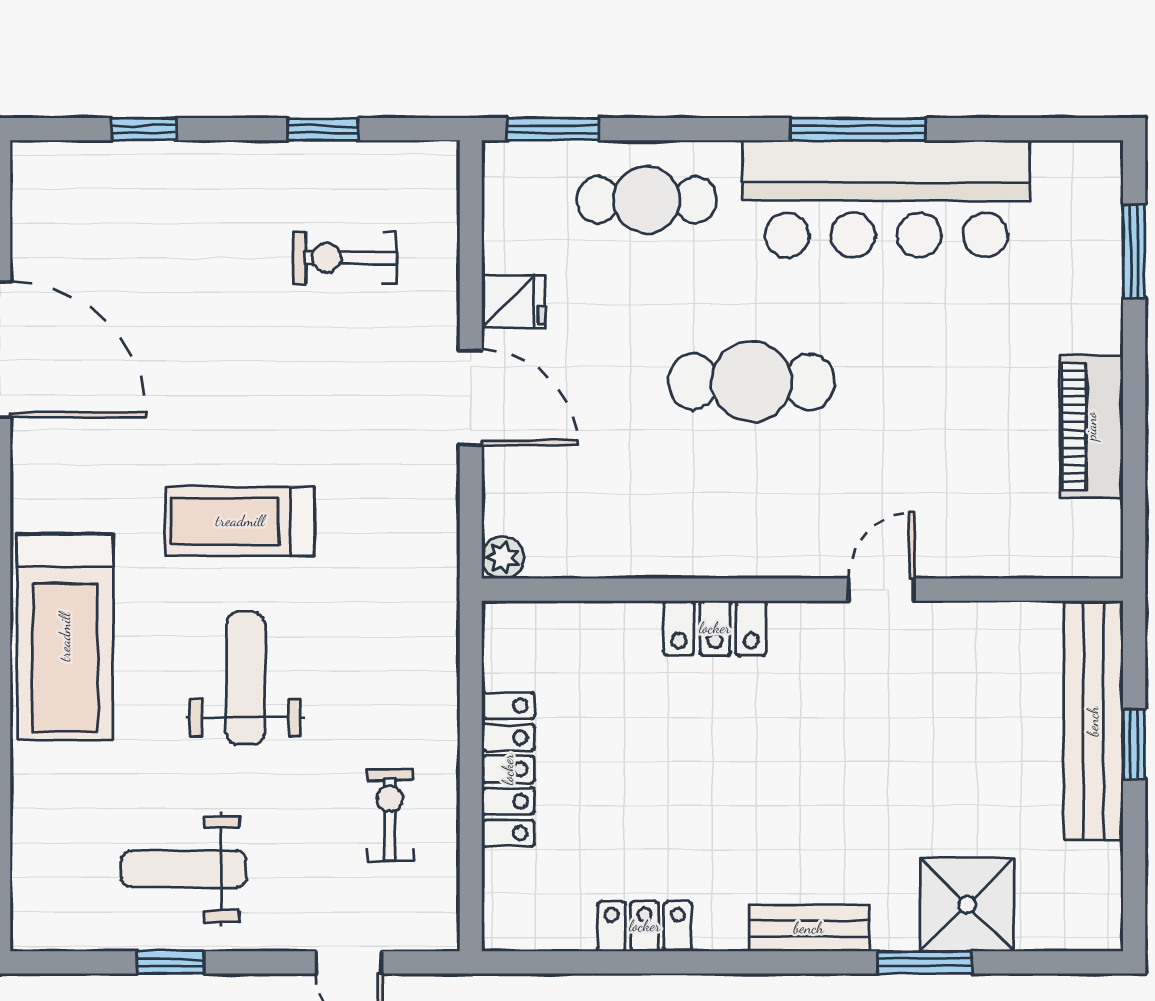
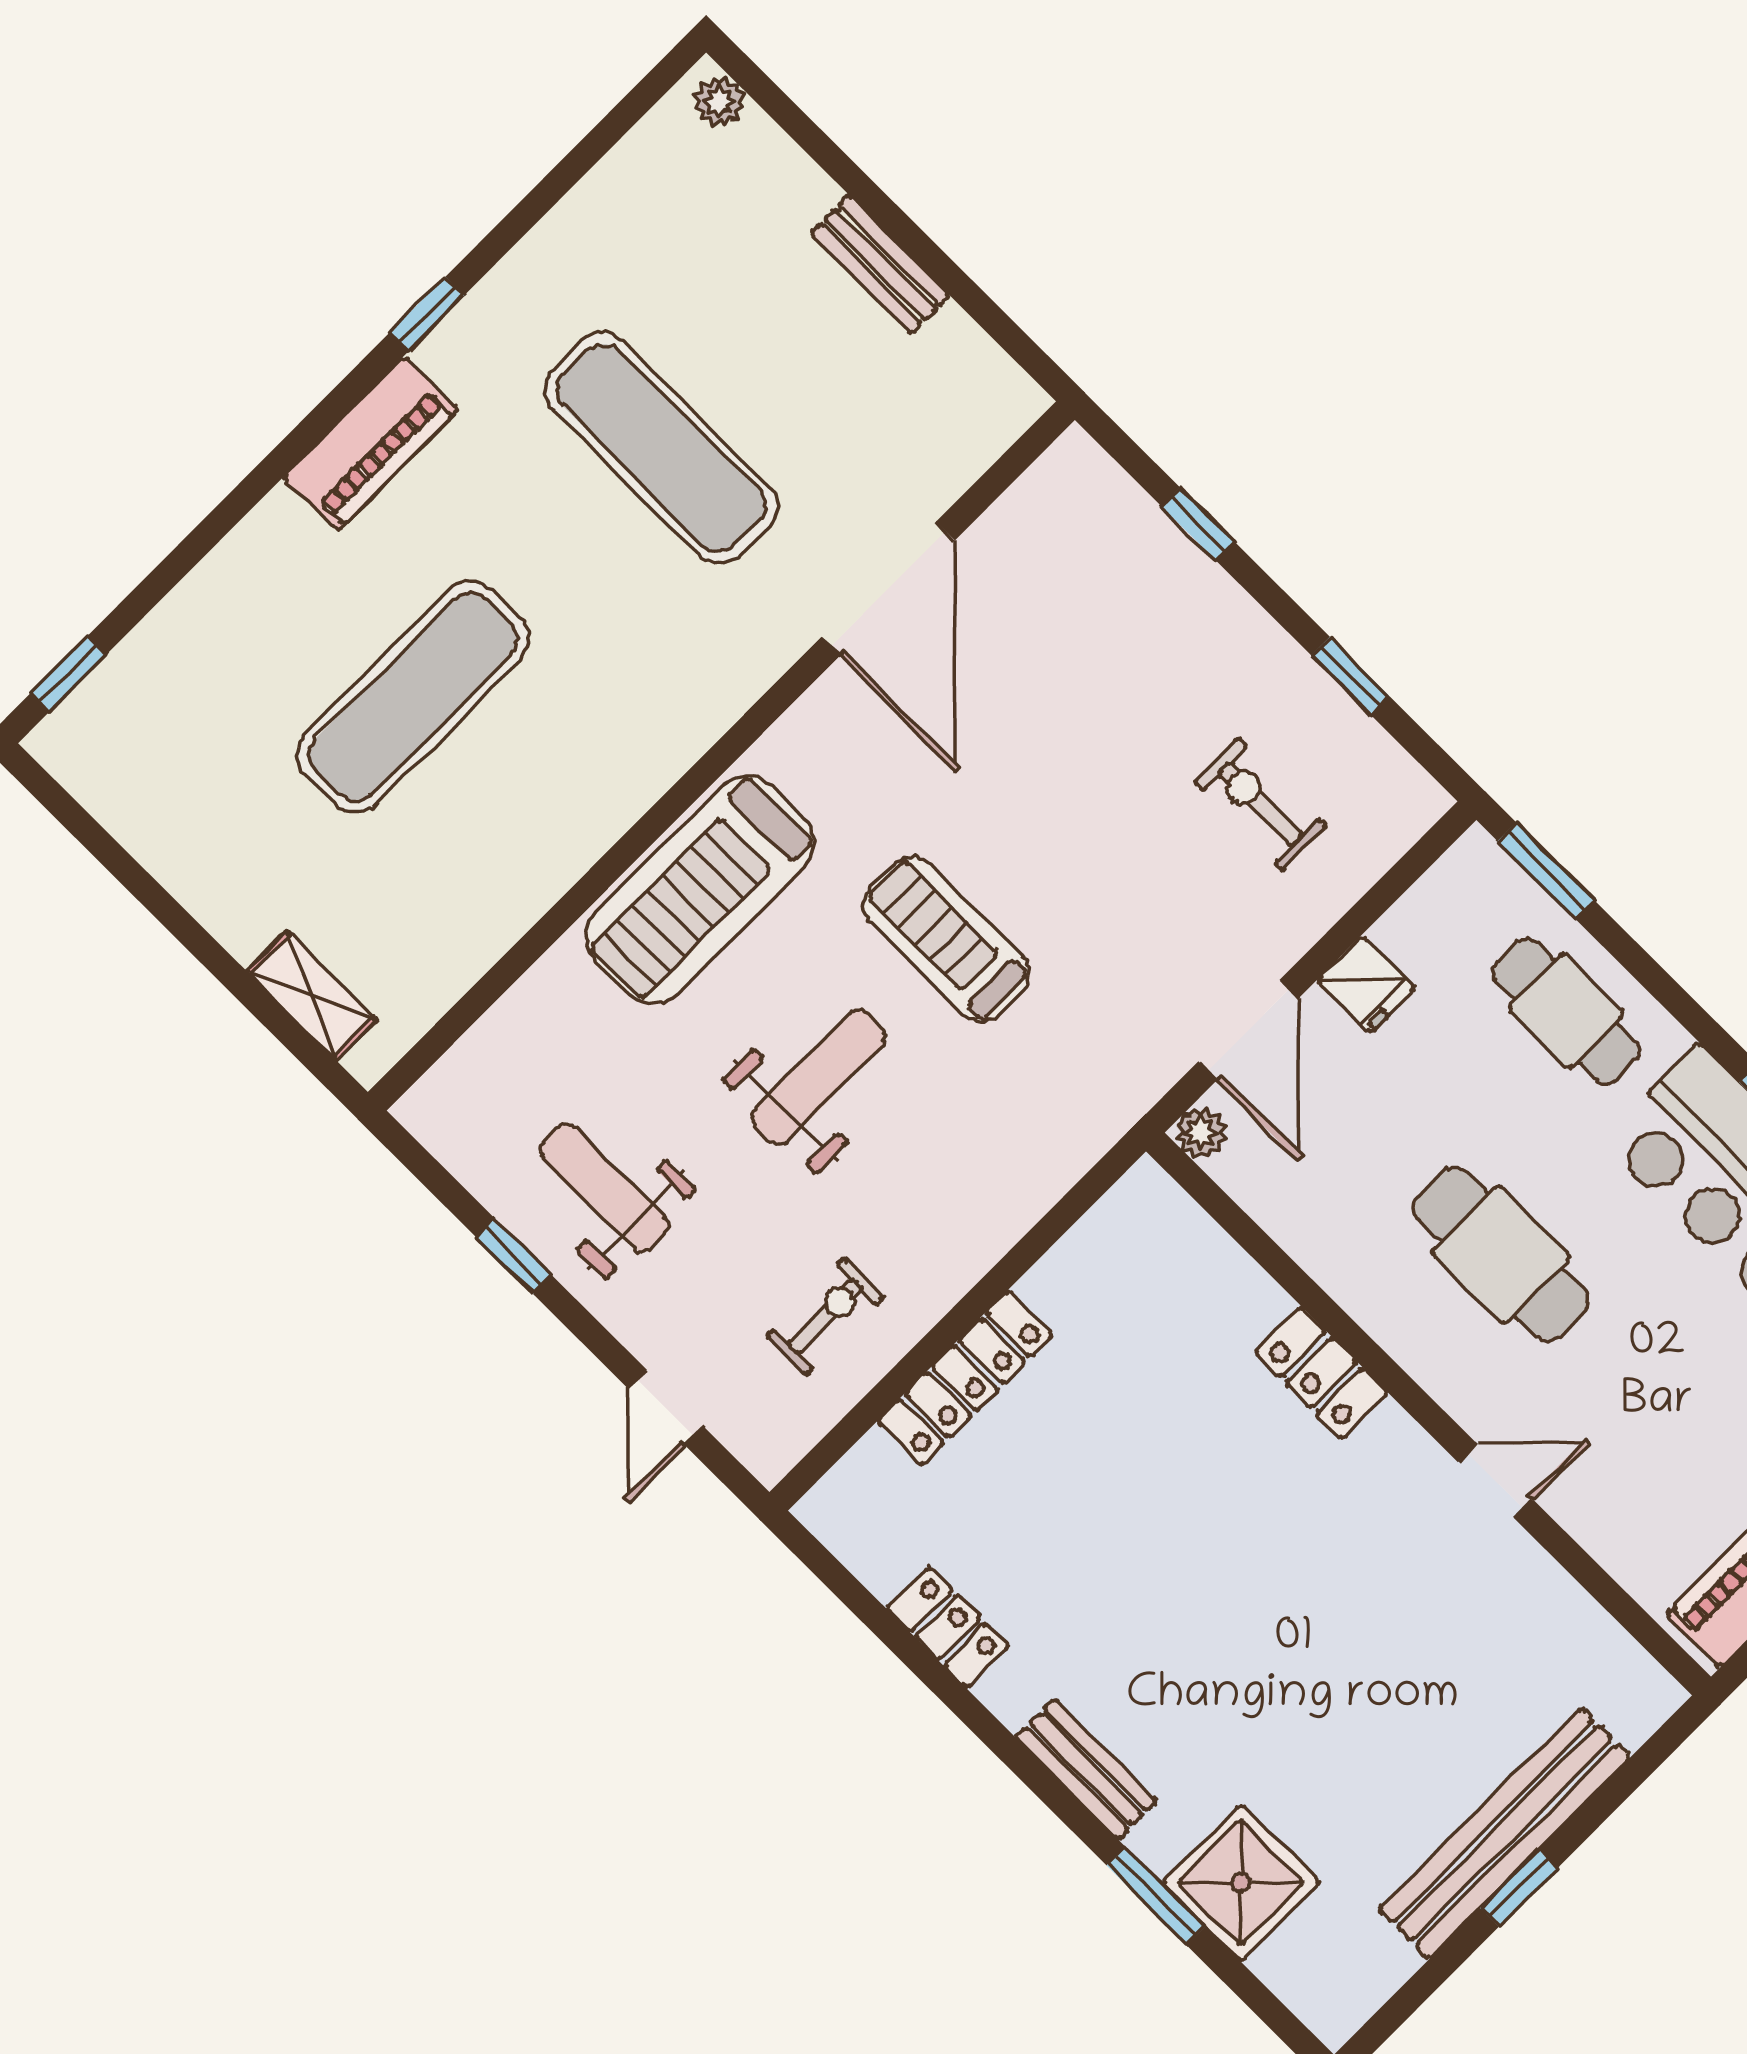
plant: (503, 558) -> (1201, 1133), moved
wall: (802, 590) -> (1428, 1414), moved
door: (881, 590) -> (1496, 1481), moved
locker: (715, 628) -> (1321, 1373), moved

